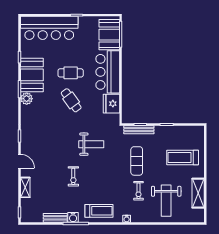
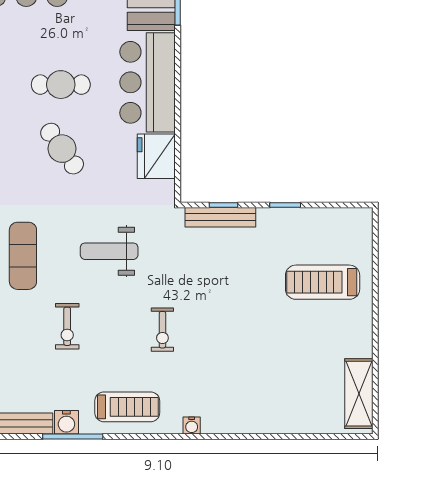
weight bench: (91, 144) -> (109, 251), turned 180
exercise mat: (137, 161) -> (23, 256), moved
exercise bike: (138, 191) -> (162, 330), moved
shelving: (198, 193) -> (359, 394), moved
weight bench: (166, 201) -> (284, 383), removed

